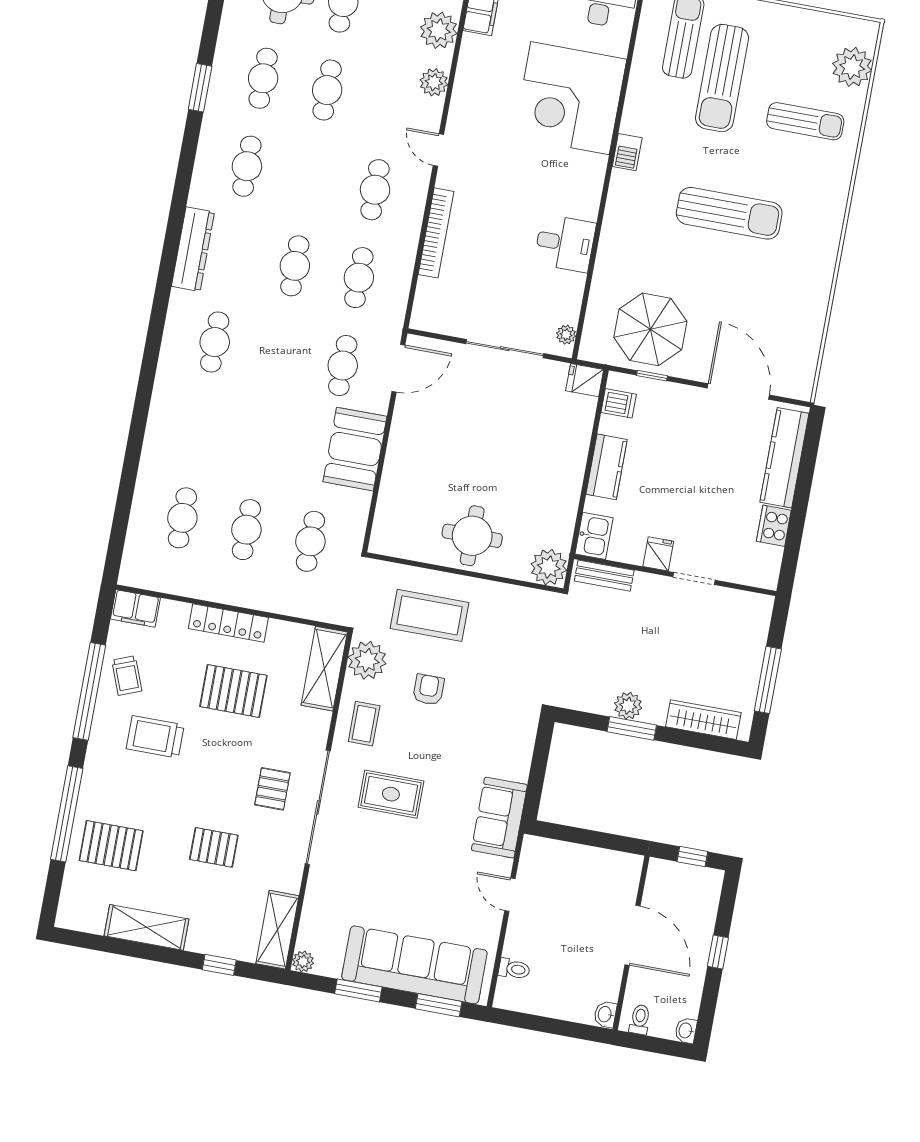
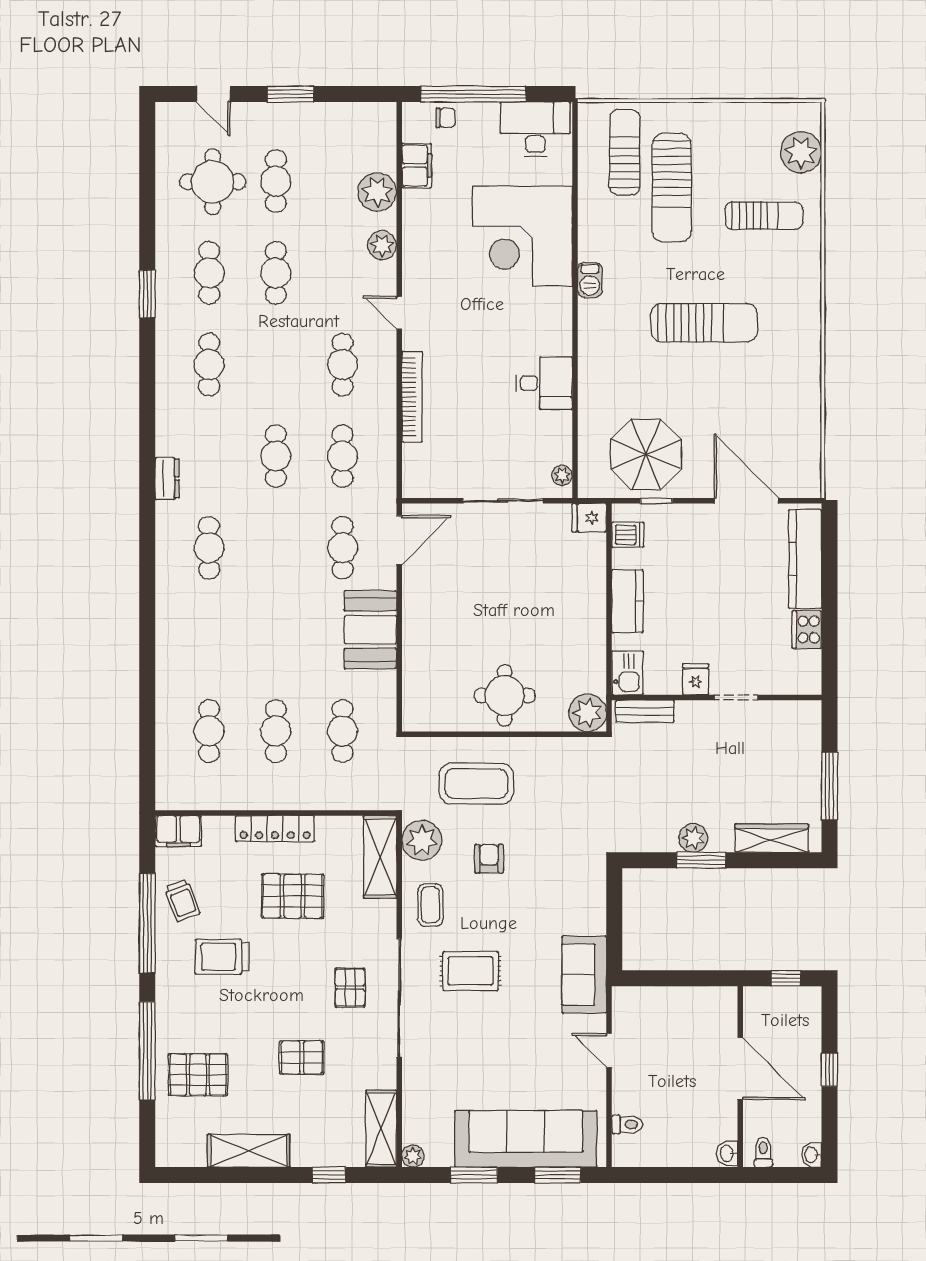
dresser: (193, 249) -> (167, 479), width x0.51, depth x0.80

